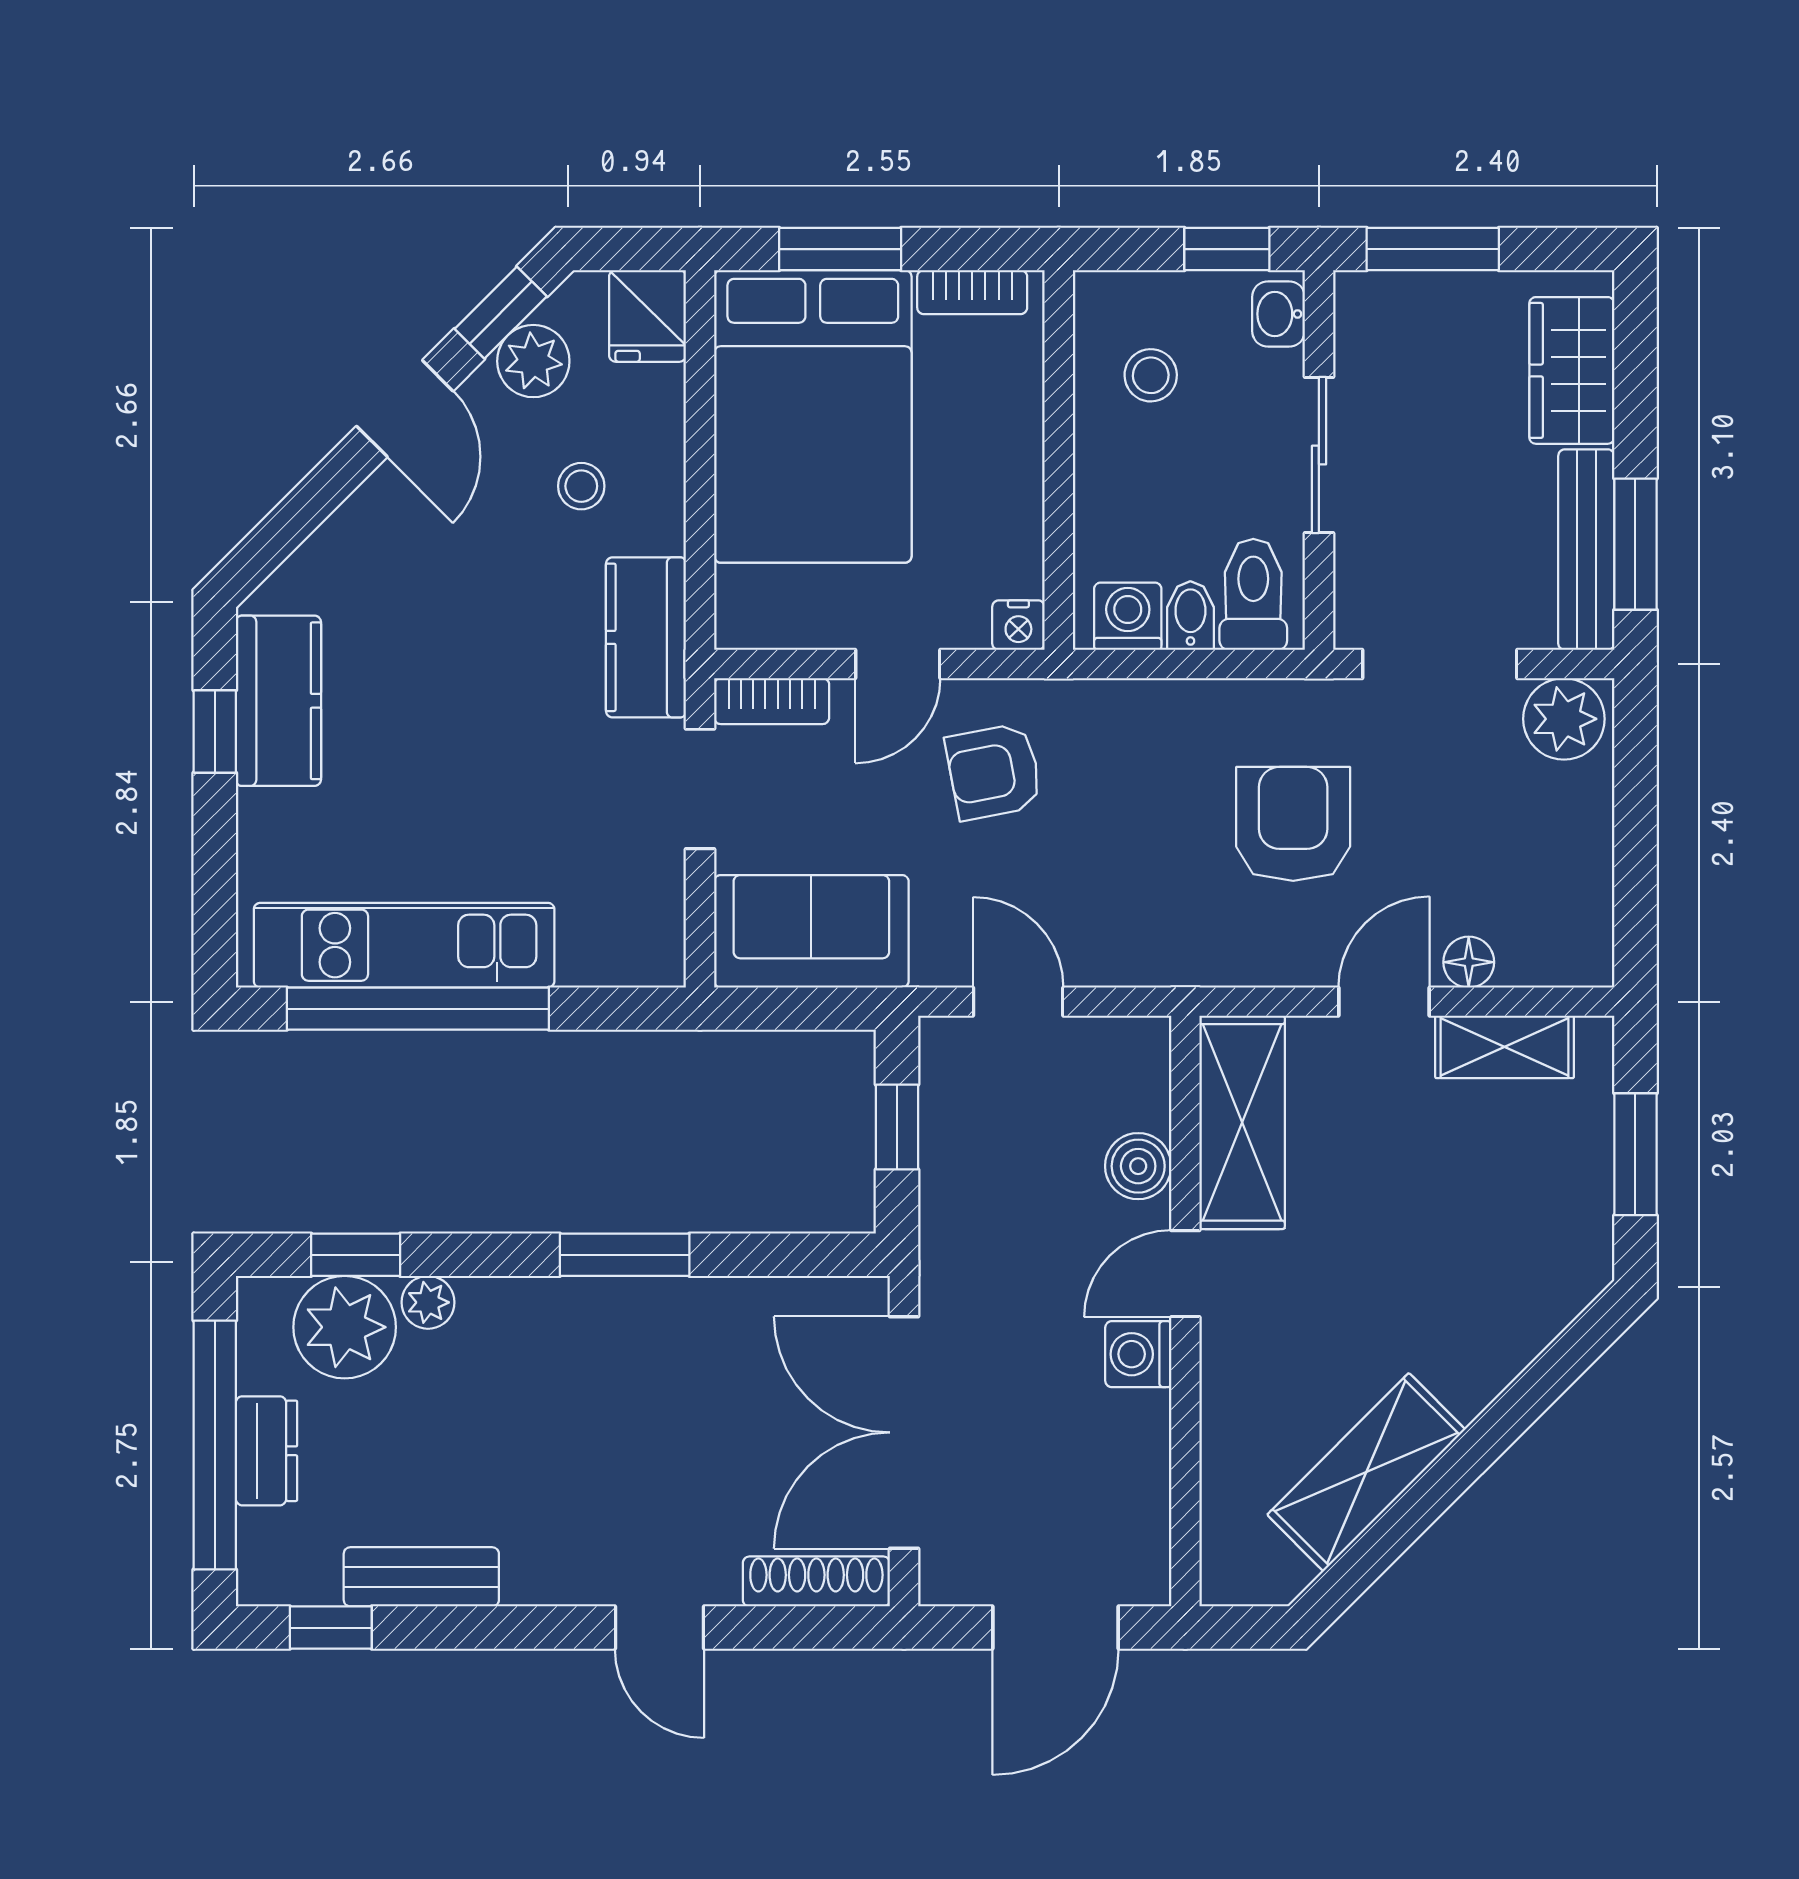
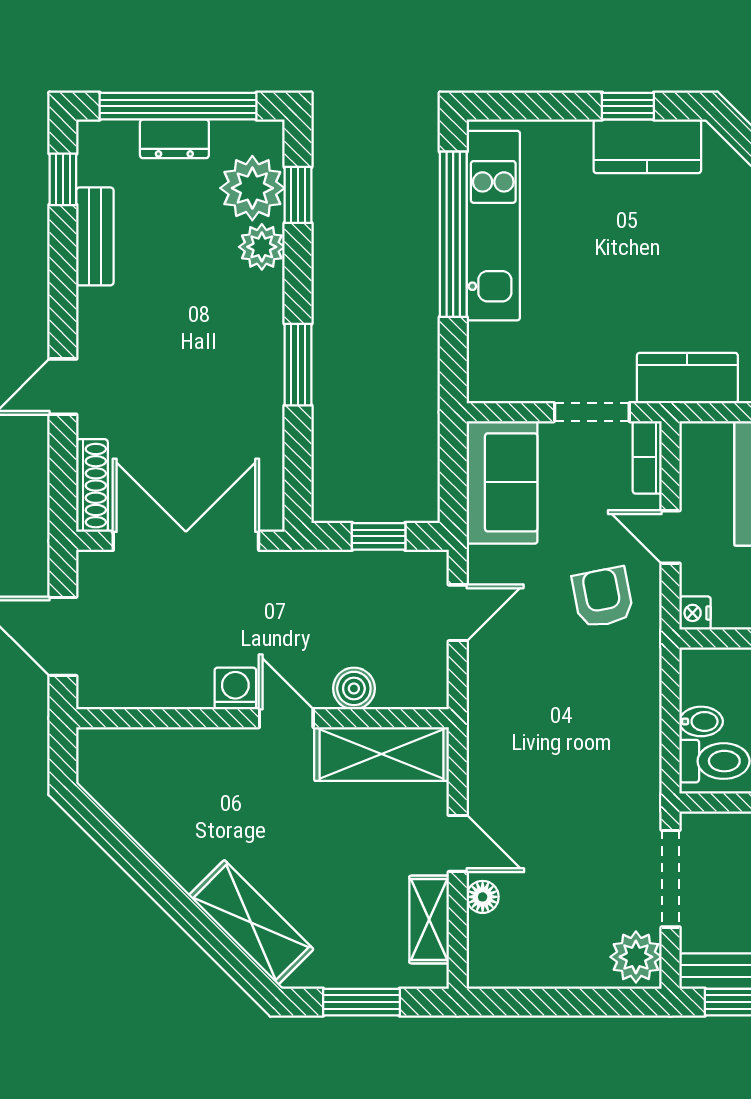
washing machine: (1128, 616) -> (701, 682), removed
armchair: (1293, 824) -> (570, 786), removed
plant: (428, 1302) -> (262, 247), width x1.38, depth x1.38
shelving: (1366, 1472) -> (251, 922), moved

